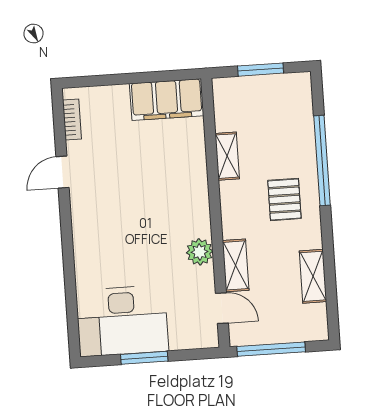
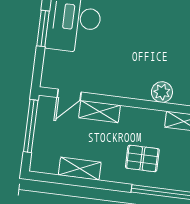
plant: (200, 252) -> (162, 92), moved

